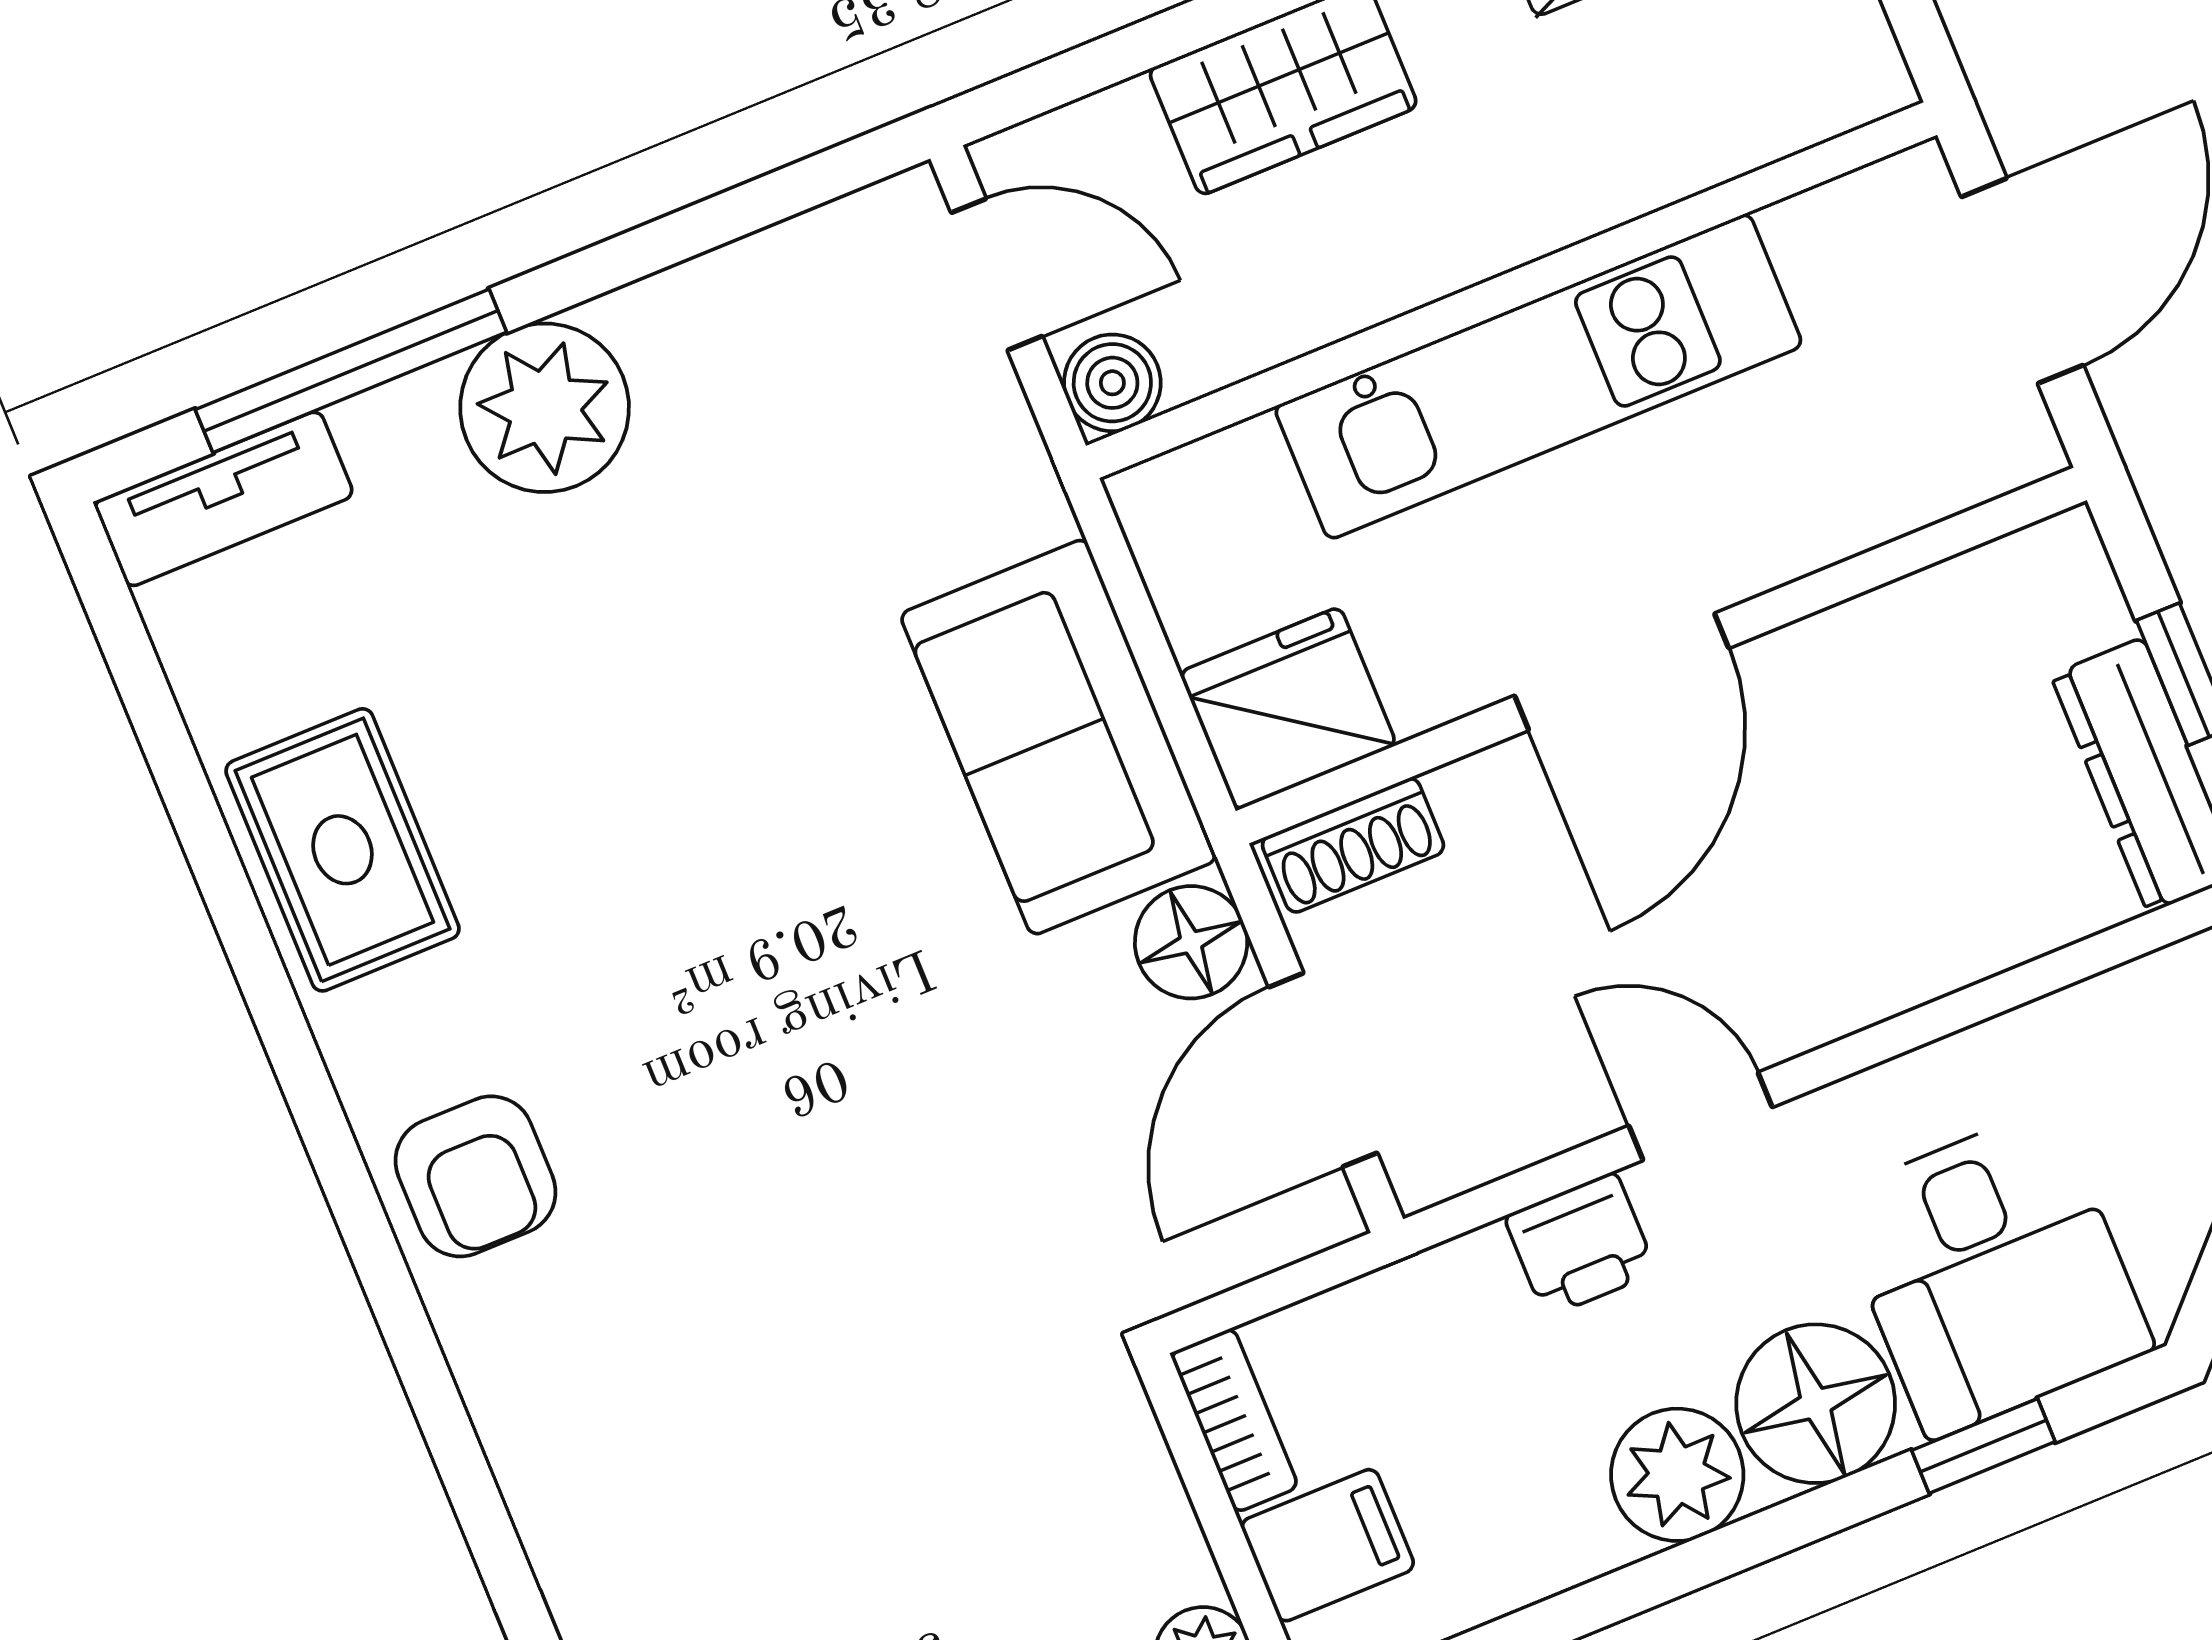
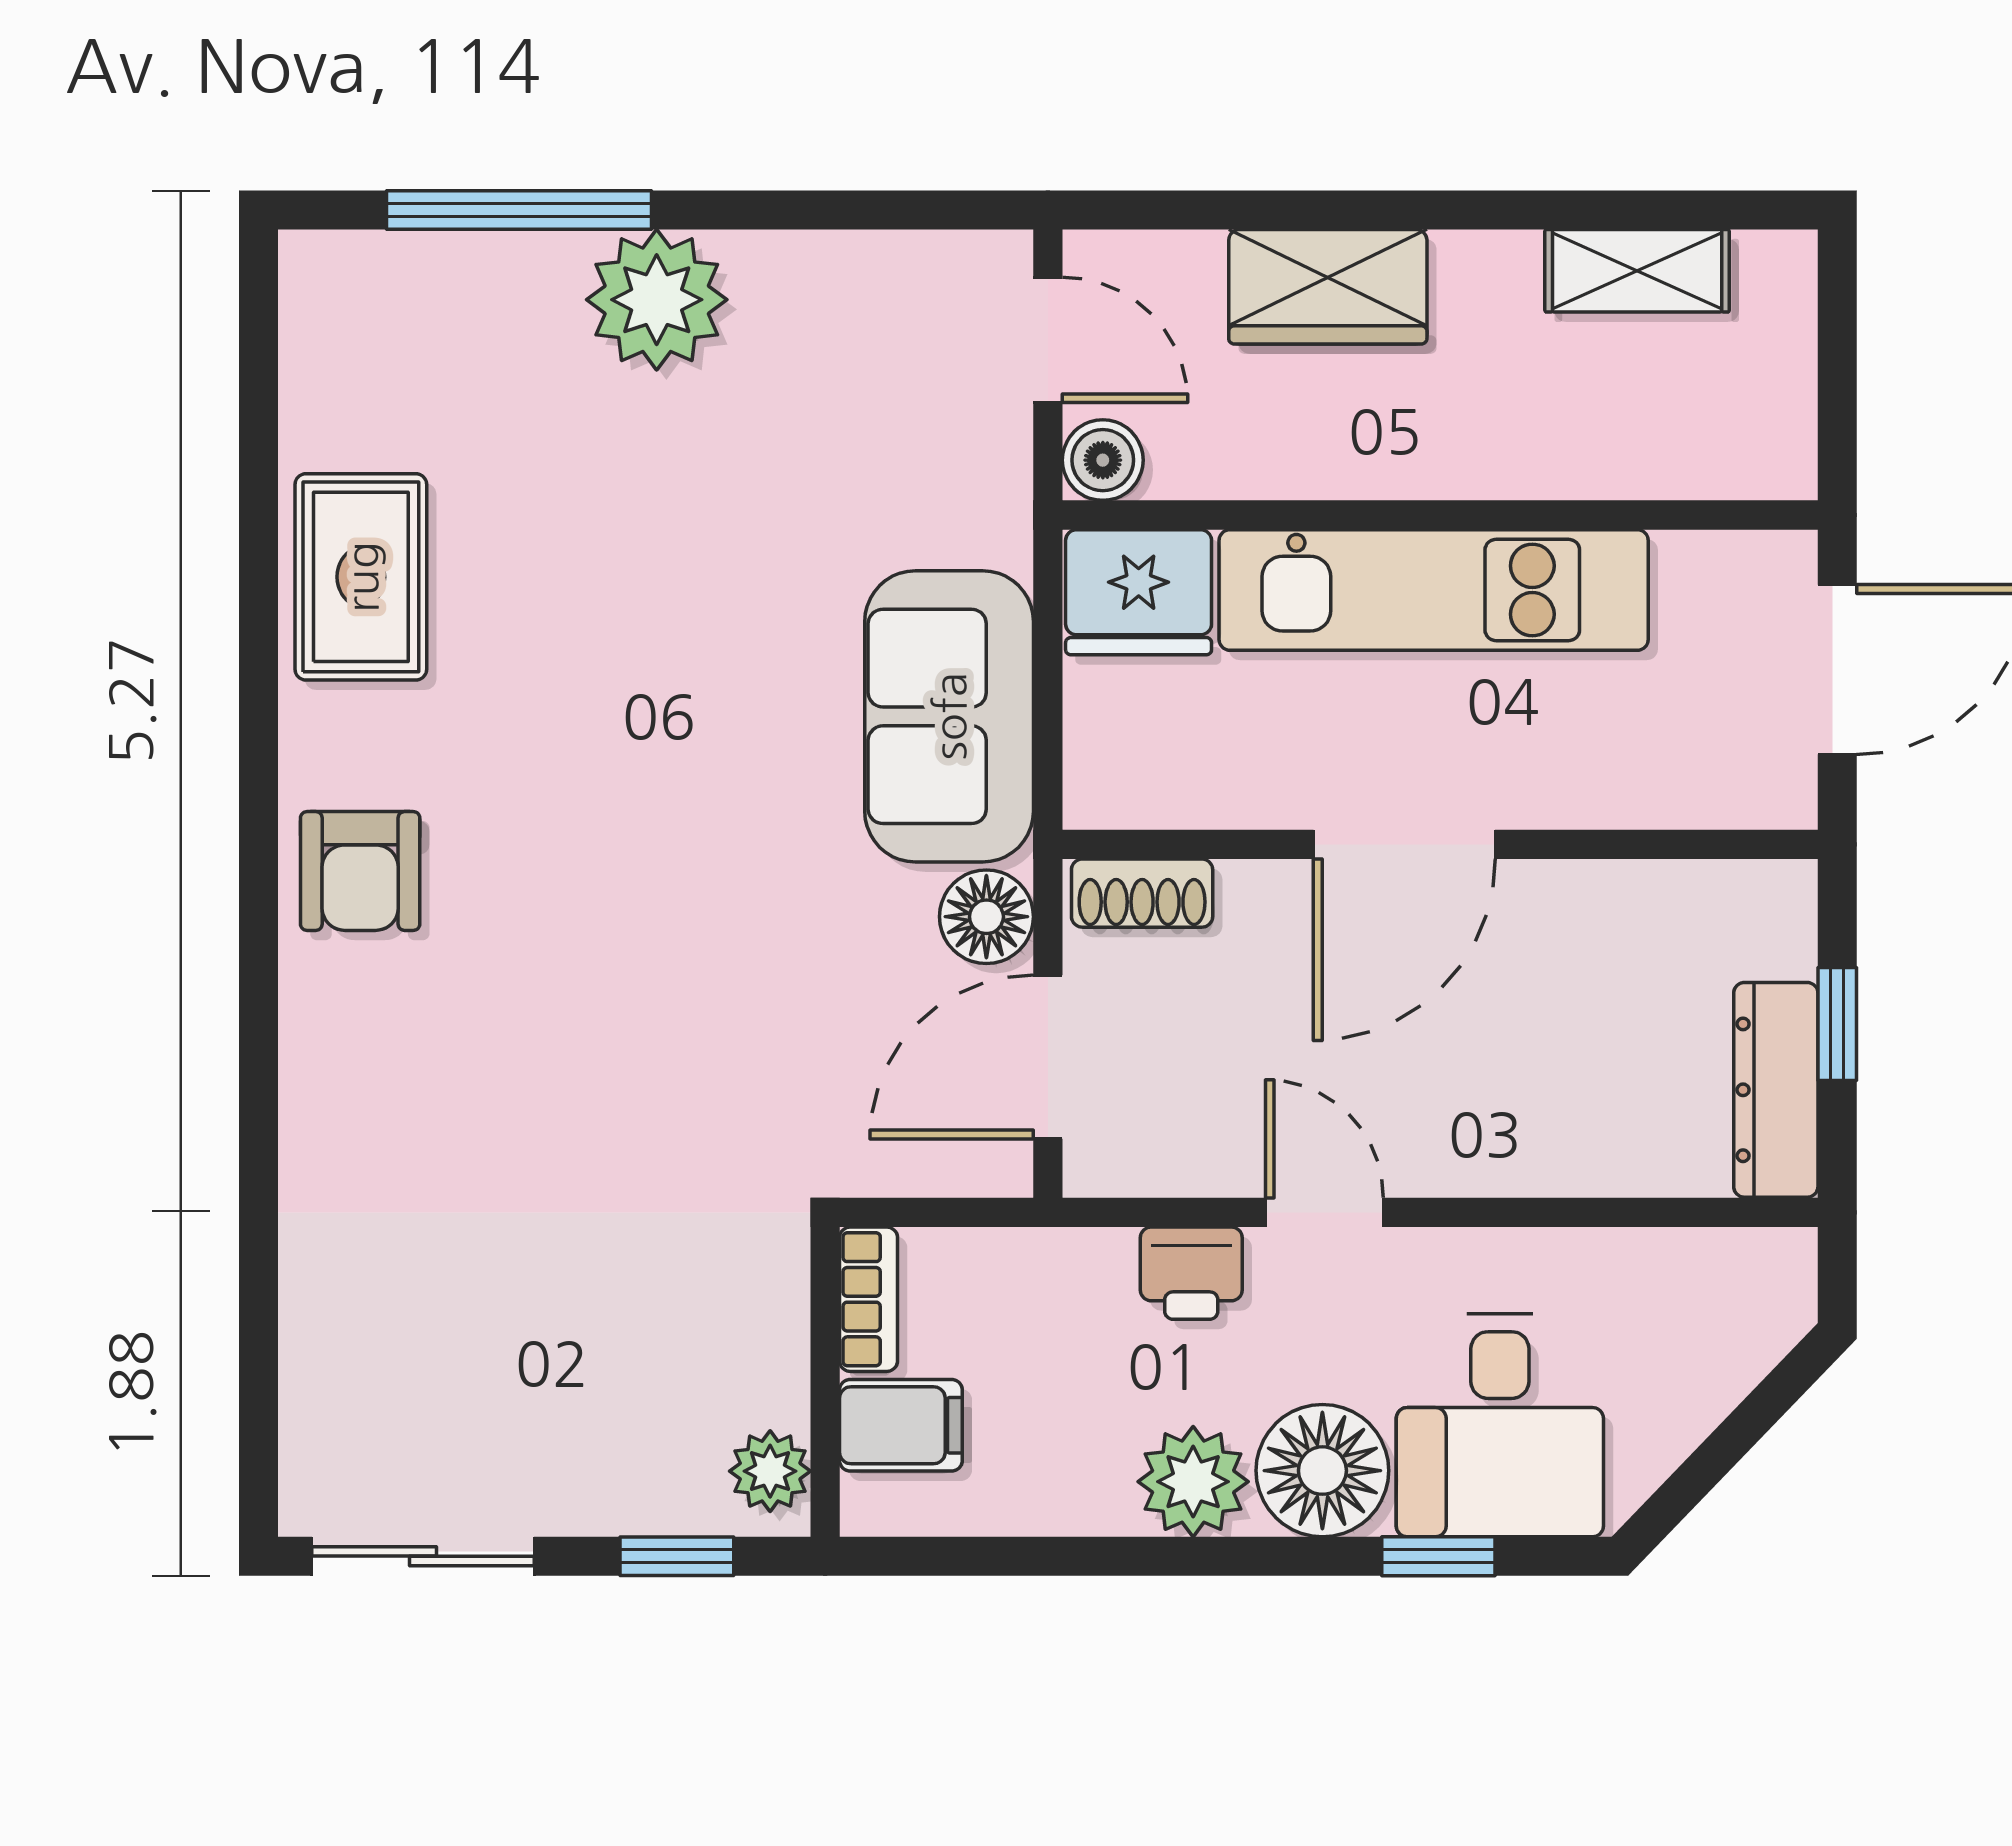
tv unit: (224, 499) -> (380, 268), removed
fridge: (1288, 709) -> (1139, 592), moved, turned 180

